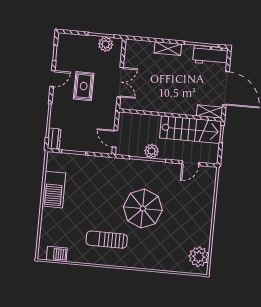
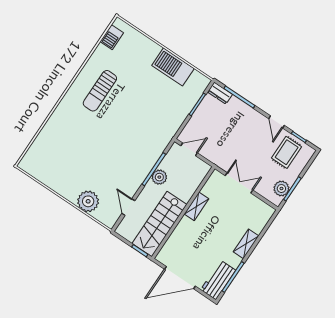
double door: (120, 82) -> (239, 183), swing flipped
rug: (84, 86) -> (287, 152), moved, turned 90
shelving: (210, 112) -> (196, 206), moved
parasol: (143, 209) -> (110, 140), removed
sun lounger: (107, 240) -> (100, 91), turned 180
plant: (199, 257) -> (88, 201), moved

